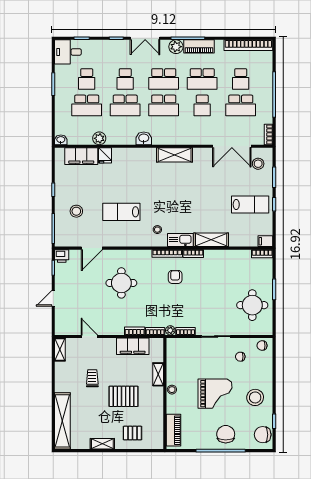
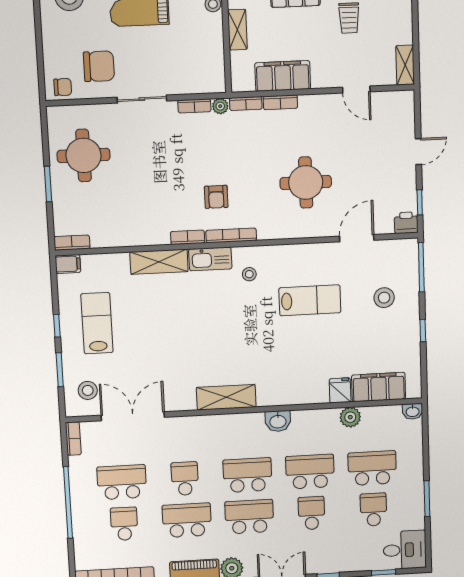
lab bench: (250, 205) -> (97, 323), turned 90
chair: (240, 357) -> (99, 66), width x1.87, depth x1.87

